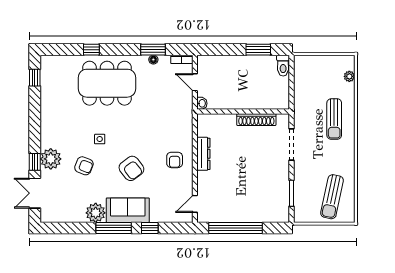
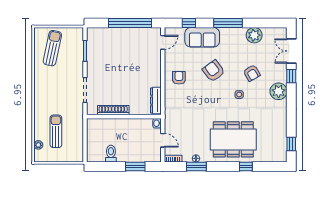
window: (258, 50) -> (135, 166), moved
toilet: (283, 66) -> (111, 154), moved
sun lounger: (334, 119) -> (56, 131), moved
dresser: (203, 154) -> (156, 101), moved
plant: (51, 159) -> (279, 91), moved
armchair: (84, 166) -> (252, 73), turned -142
double door: (35, 193) -> (291, 51), swing flipped
sofa: (128, 210) -> (202, 37), moved
plant: (96, 213) -> (254, 35), moved
window: (150, 228) -> (189, 23), moved

